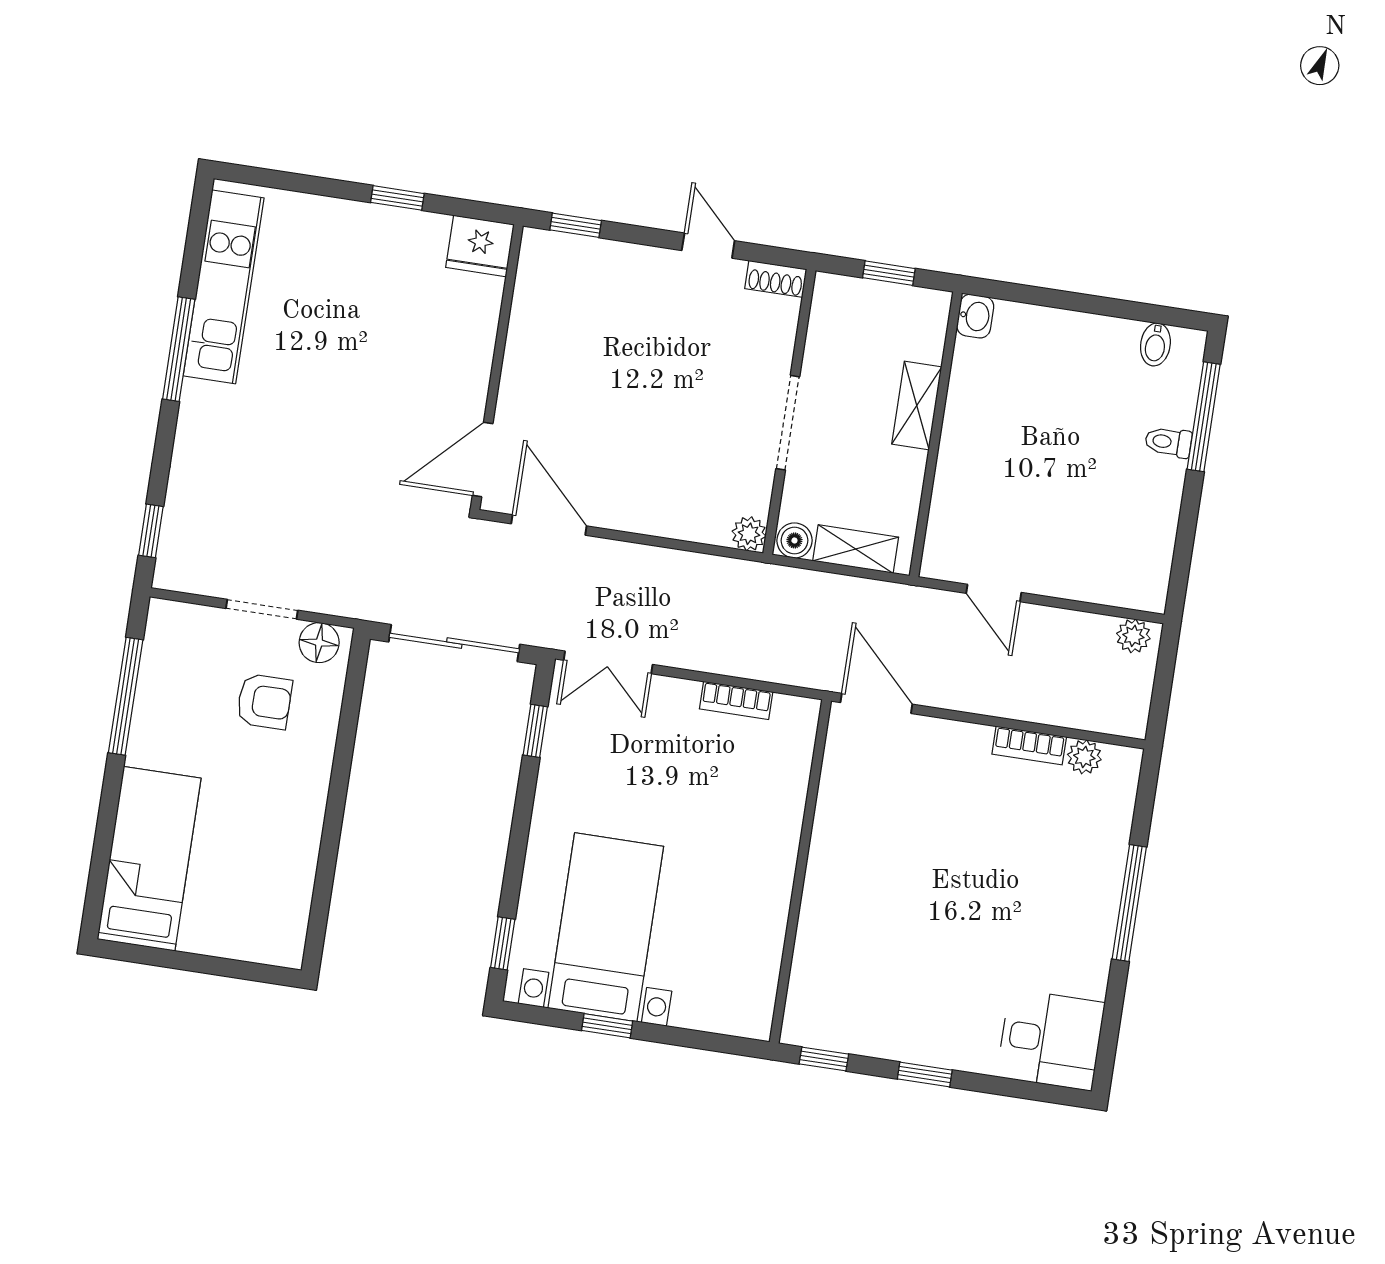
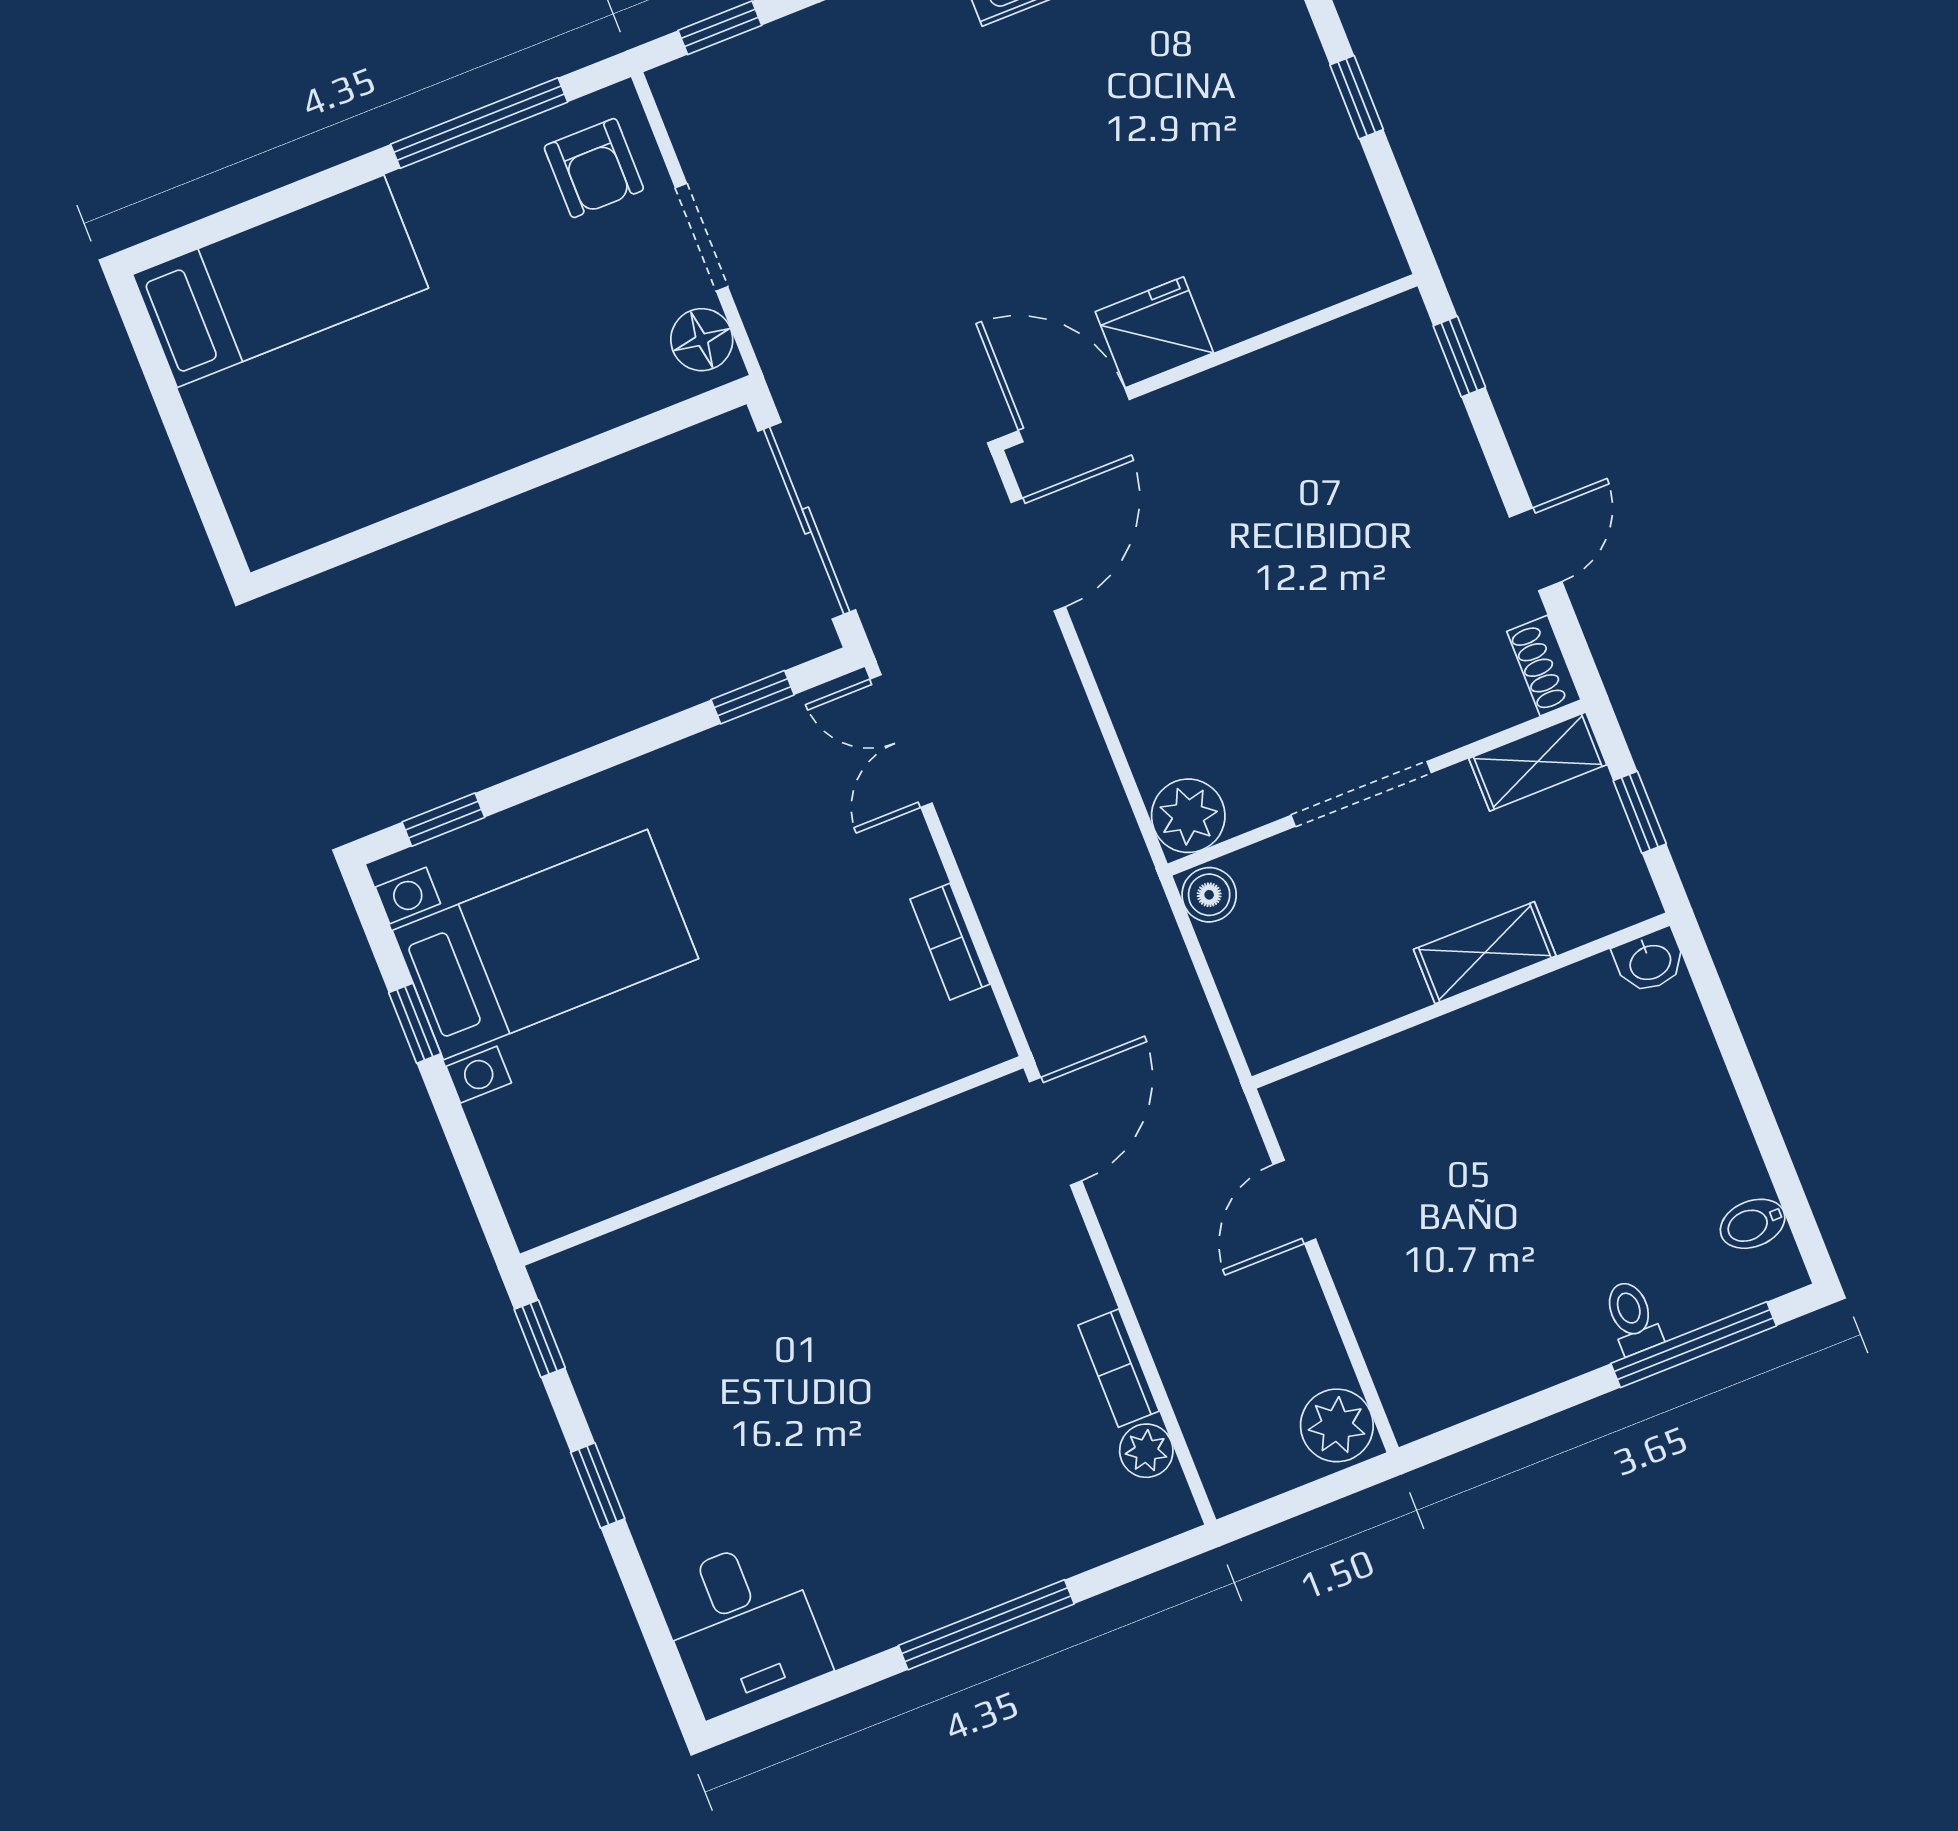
fridge: (480, 246) -> (1154, 332), moved, turned 90
plant: (749, 534) -> (1188, 816), width x1.38, depth x1.38
shelving: (856, 549) -> (1538, 762), moved, turned 90
plant: (1133, 636) -> (1337, 1425), width x1.38, depth x1.38
armchair: (264, 702) -> (594, 168), moved

